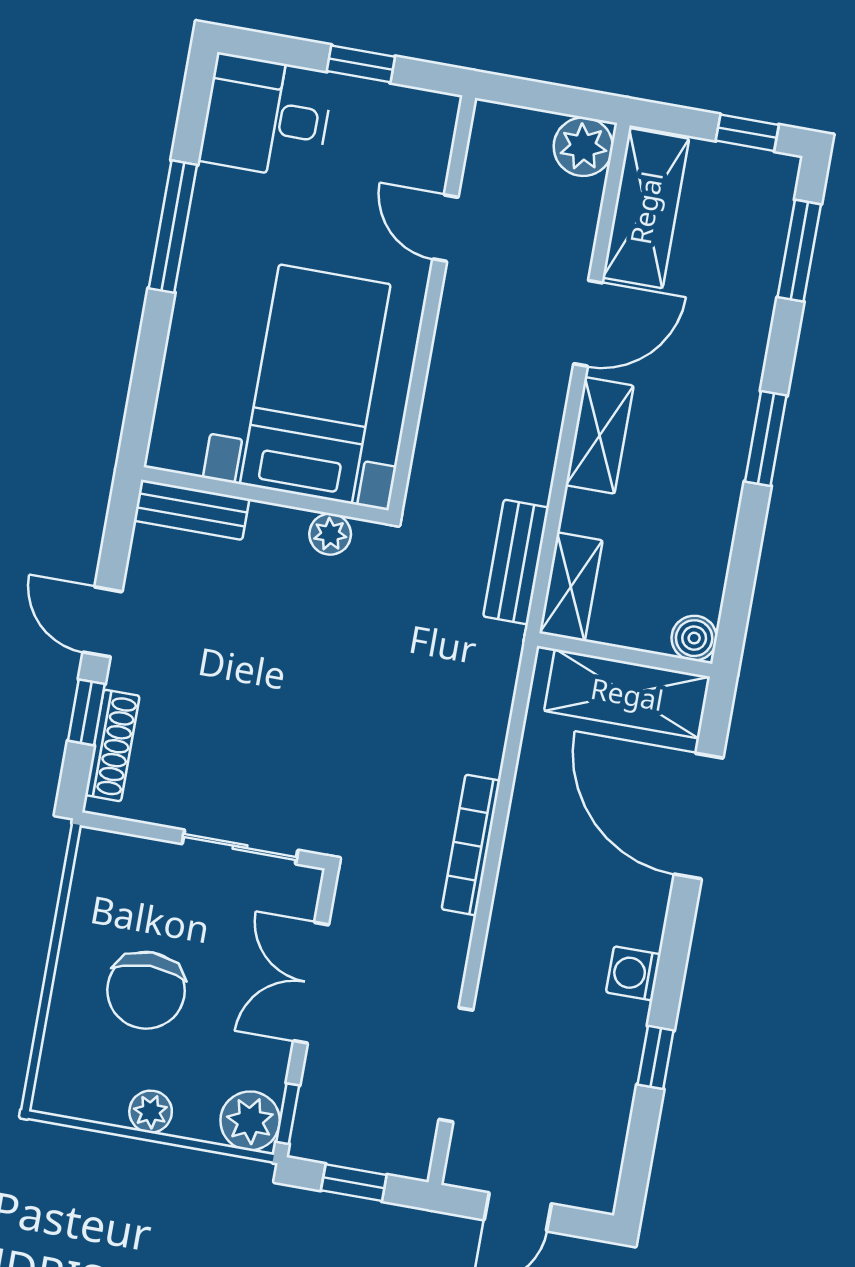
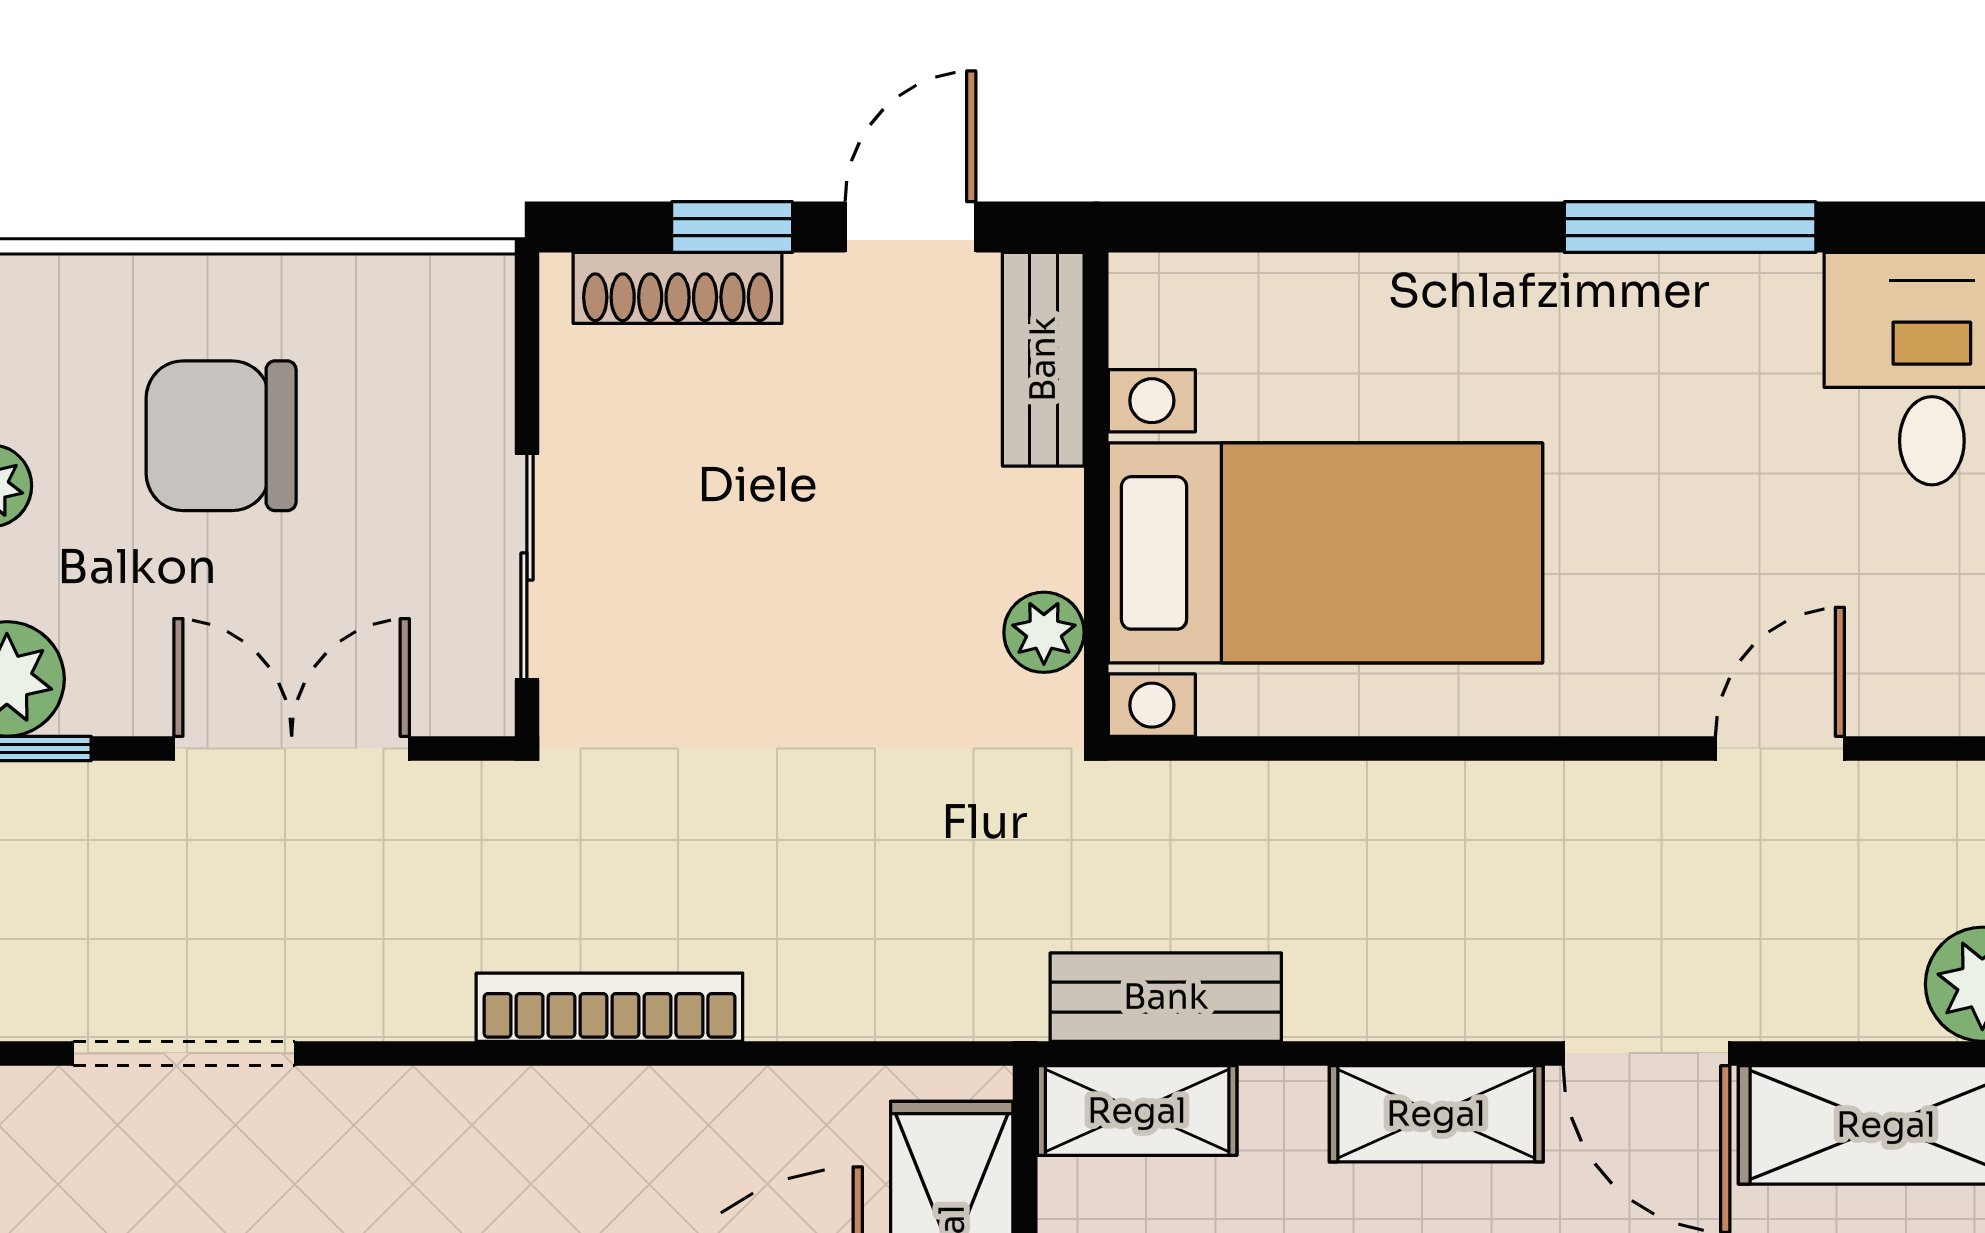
bed with nightstands: (315, 384) -> (1325, 553), moved
wall: (265, 495) -> (1096, 494), moved
bench: (192, 510) -> (1043, 359), moved
plant: (330, 534) -> (1044, 632), moved

